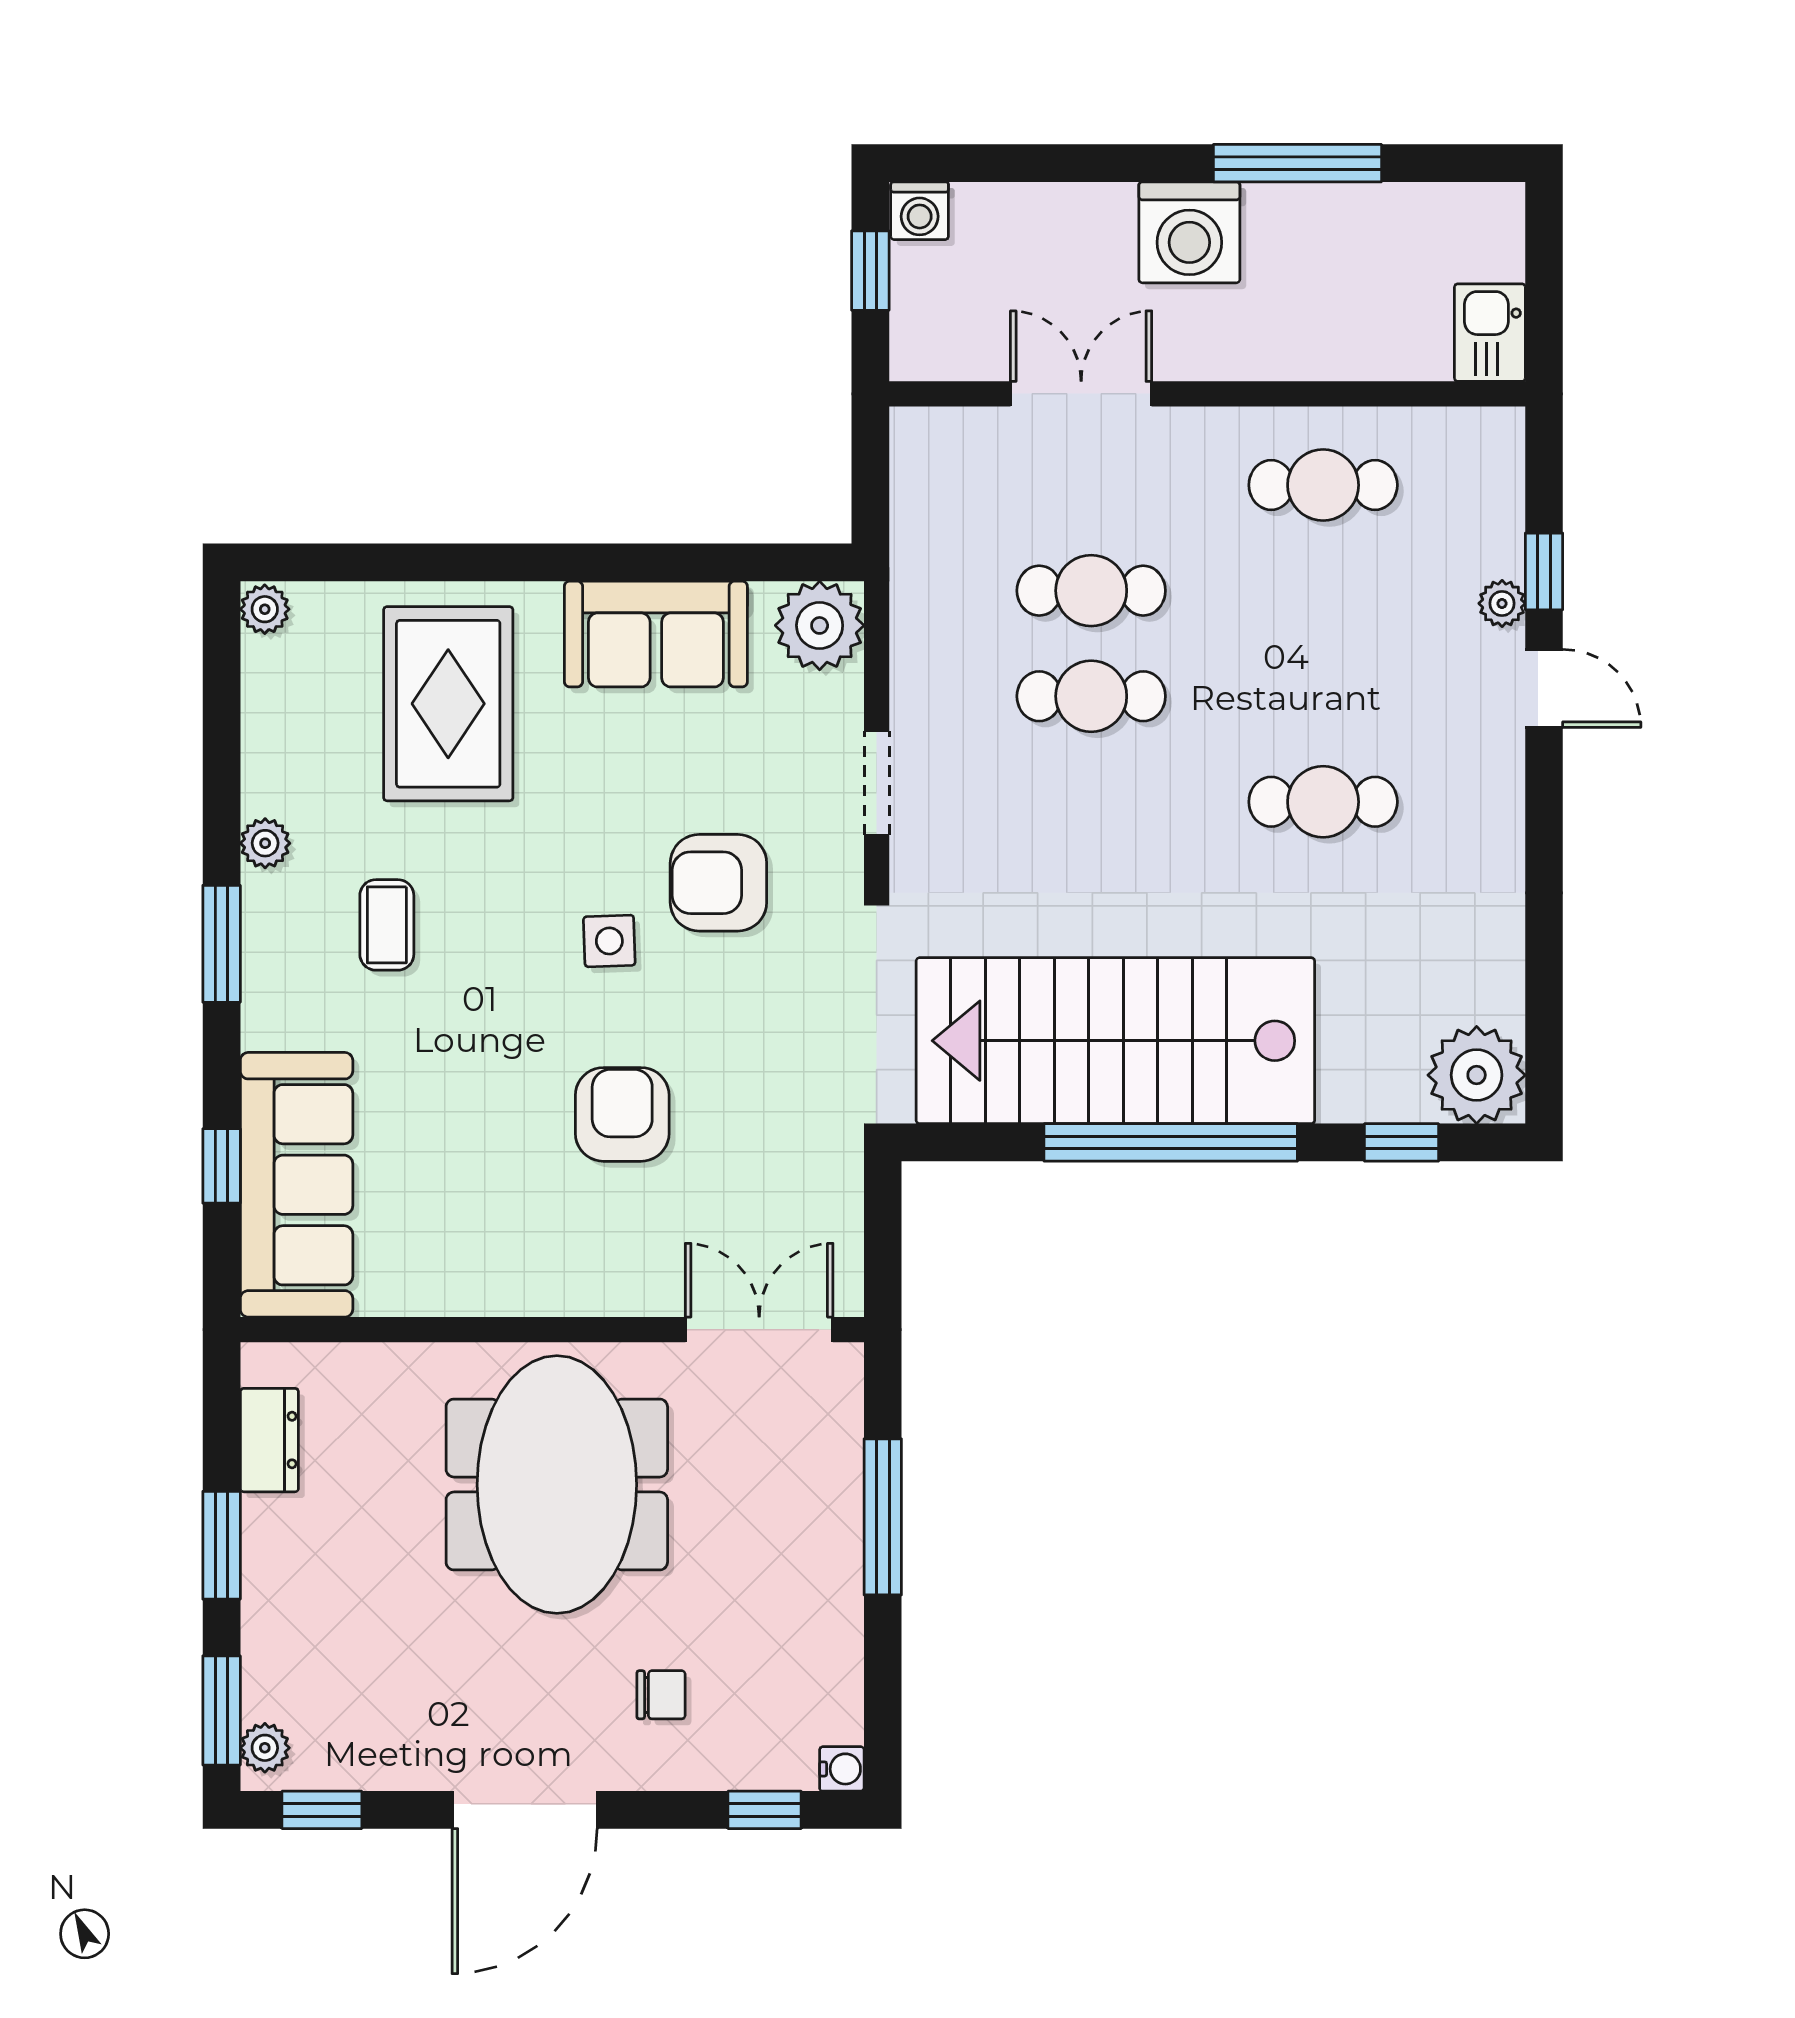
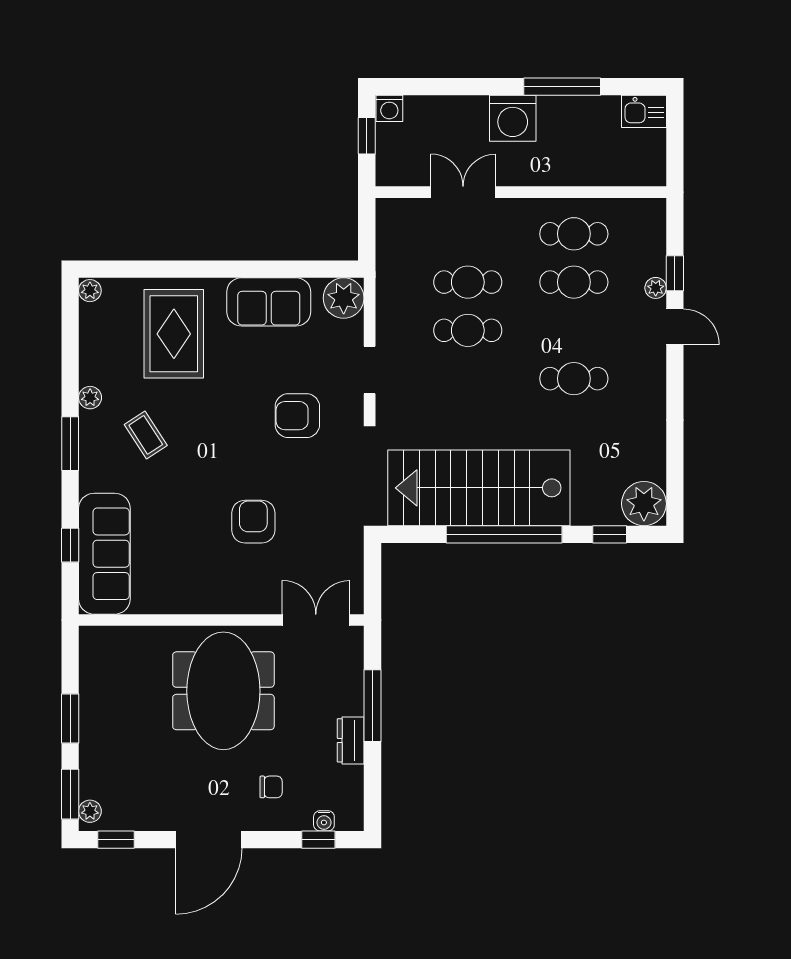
kitchen sink: (1490, 333) -> (644, 111), moved, turned -90
cafe table: (1323, 591) -> (574, 282), added
coffee table: (387, 925) -> (146, 435), turned -33
side table: (609, 941) -> (247, 442), removed
dresser: (269, 1440) -> (351, 740), moved, turned 180
water cooler: (842, 1769) -> (324, 821), moved, turned 90

